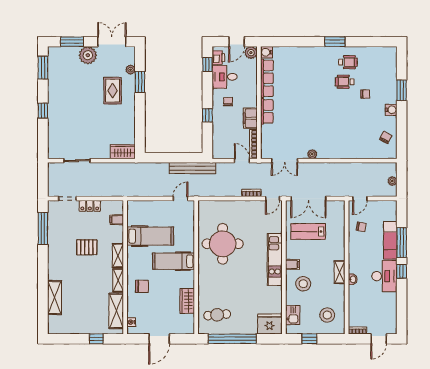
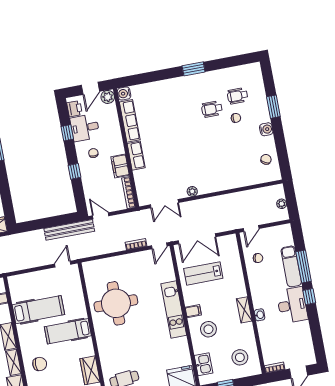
wheelchair: (348, 62) -> (238, 96), moved, turned 180
window: (207, 65) -> (67, 133), moved
door: (242, 161) -> (101, 216), moved

